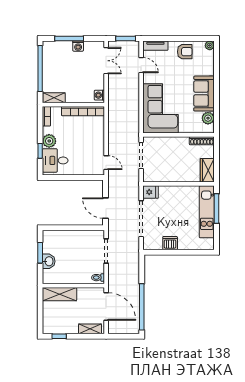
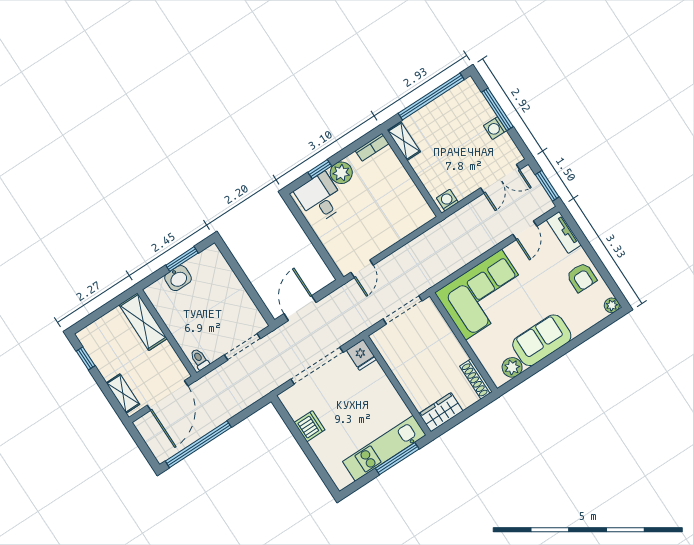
bookcase: (83, 111) -> (411, 192), removed

